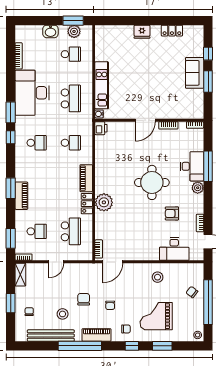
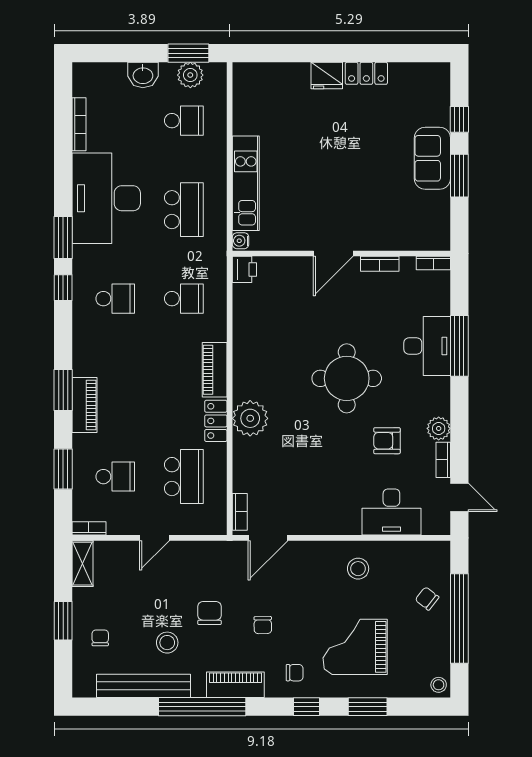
locker: (172, 31) -> (366, 73), moved
plant: (198, 188) -> (439, 428), moved
window: (11, 238) -> (63, 469), moved

